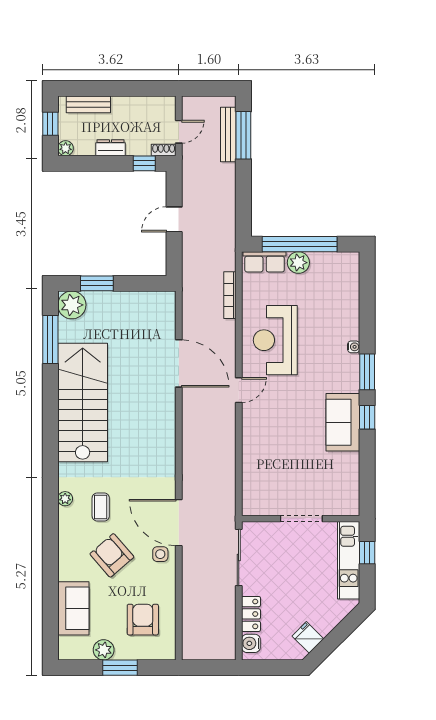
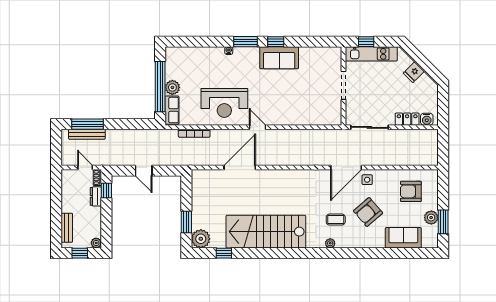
dresser: (110, 148) -> (96, 196), moved
window: (50, 340) -> (224, 253), width x0.46
fridge: (308, 637) -> (414, 72), moved
window: (120, 668) -> (443, 222), moved

